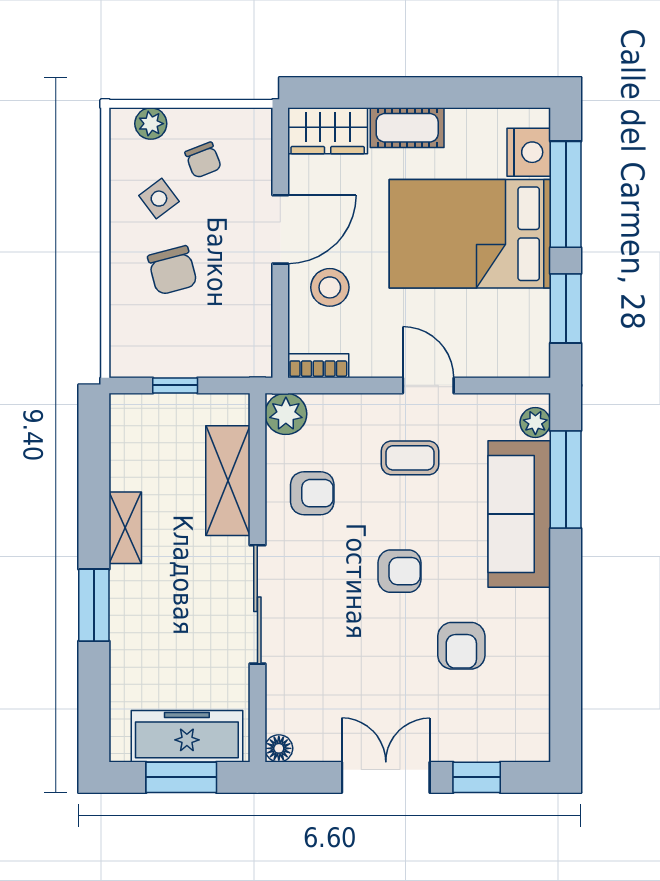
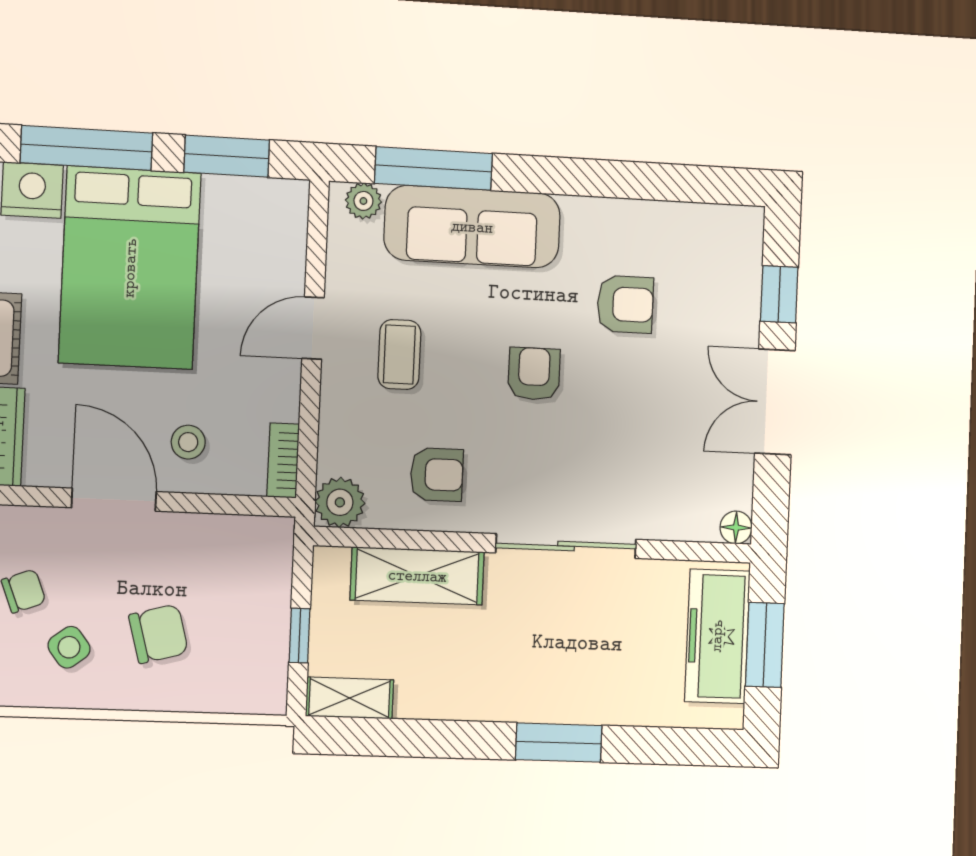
stool: (330, 287) -> (188, 442), width x0.73, depth x0.73
armchair: (312, 493) -> (437, 474), turned 90
shelving: (125, 528) -> (350, 698), moved

